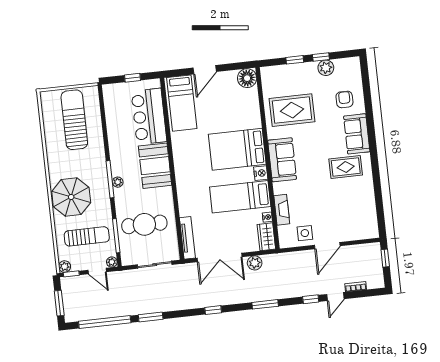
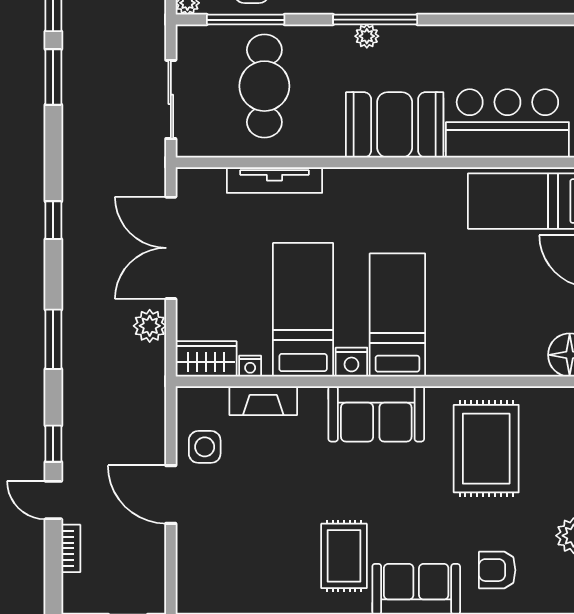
armchair: (344, 99) -> (497, 570), turned 180
bed: (237, 149) -> (397, 315), width x0.67
tv unit: (187, 238) -> (274, 180), moved

